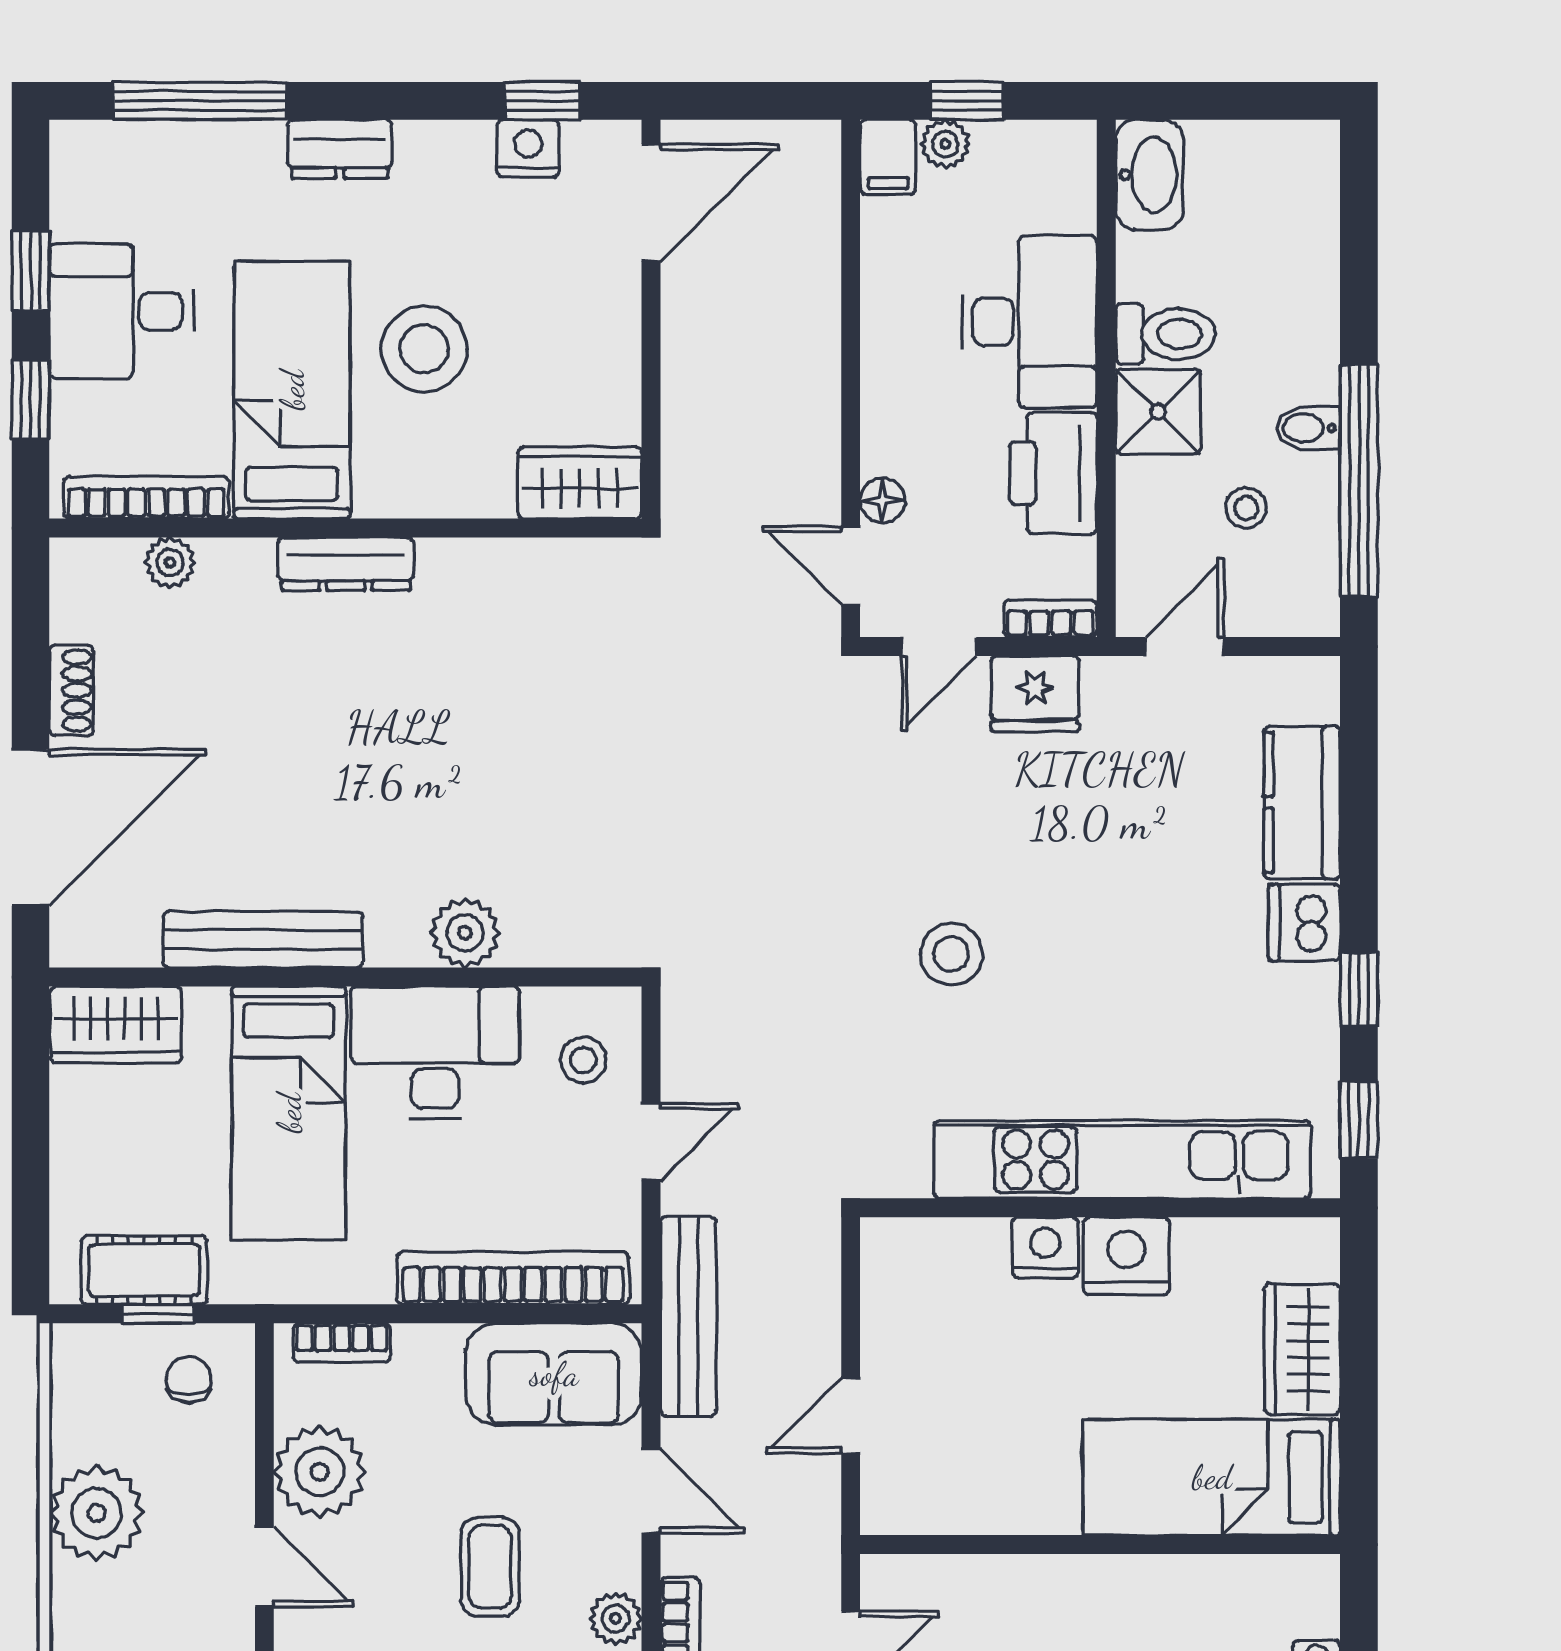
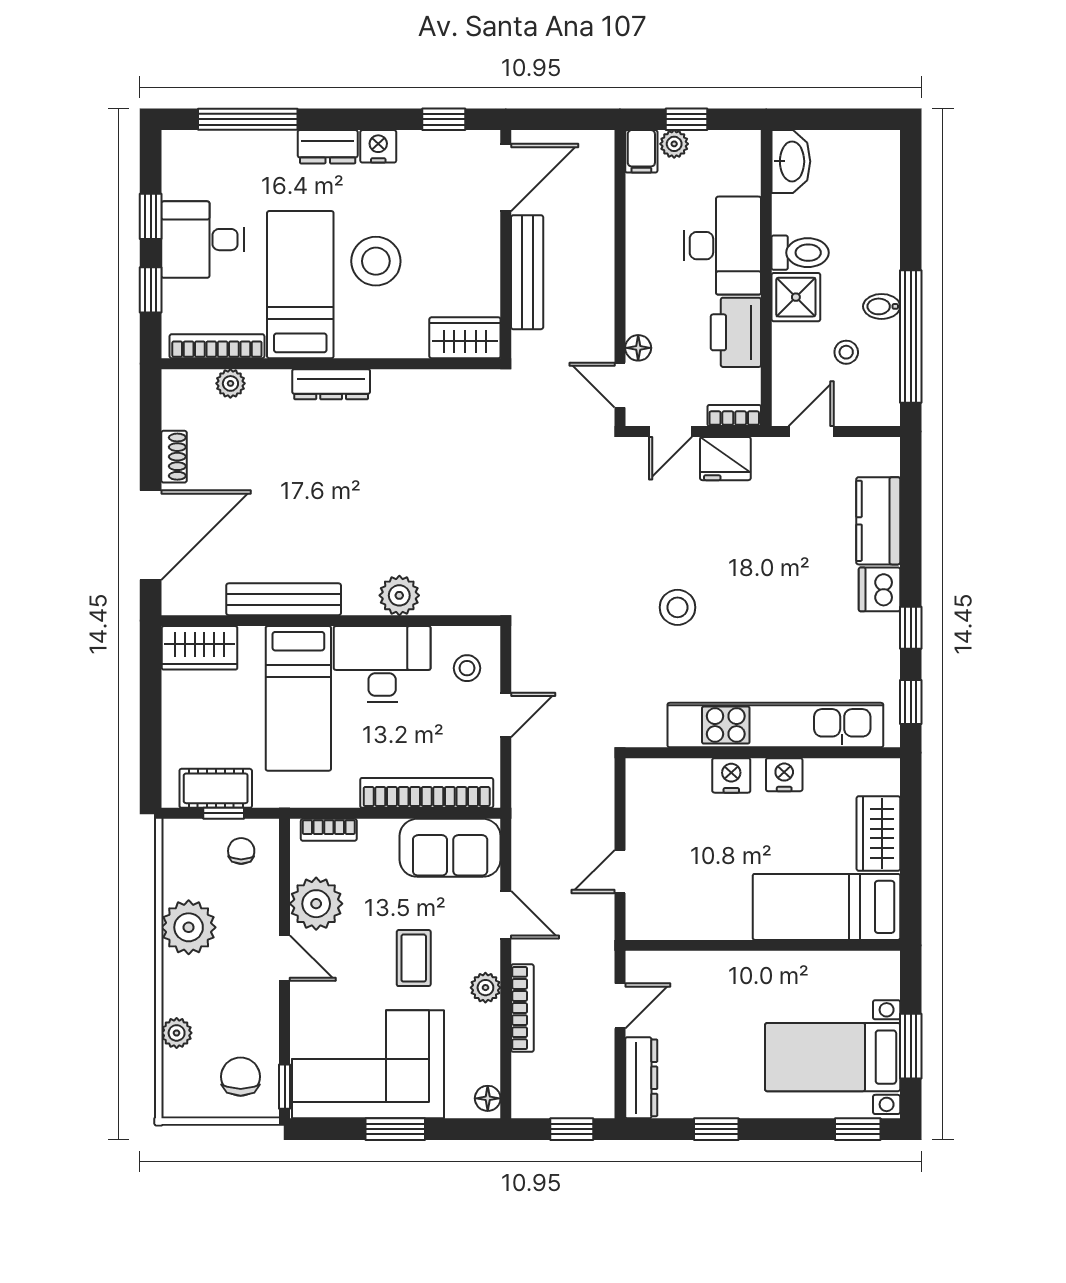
nightstand: (528, 148) -> (378, 146), moved
nightstand: (1126, 1256) -> (784, 775), width x0.74, depth x0.75
bench: (688, 1316) -> (527, 272), moved

